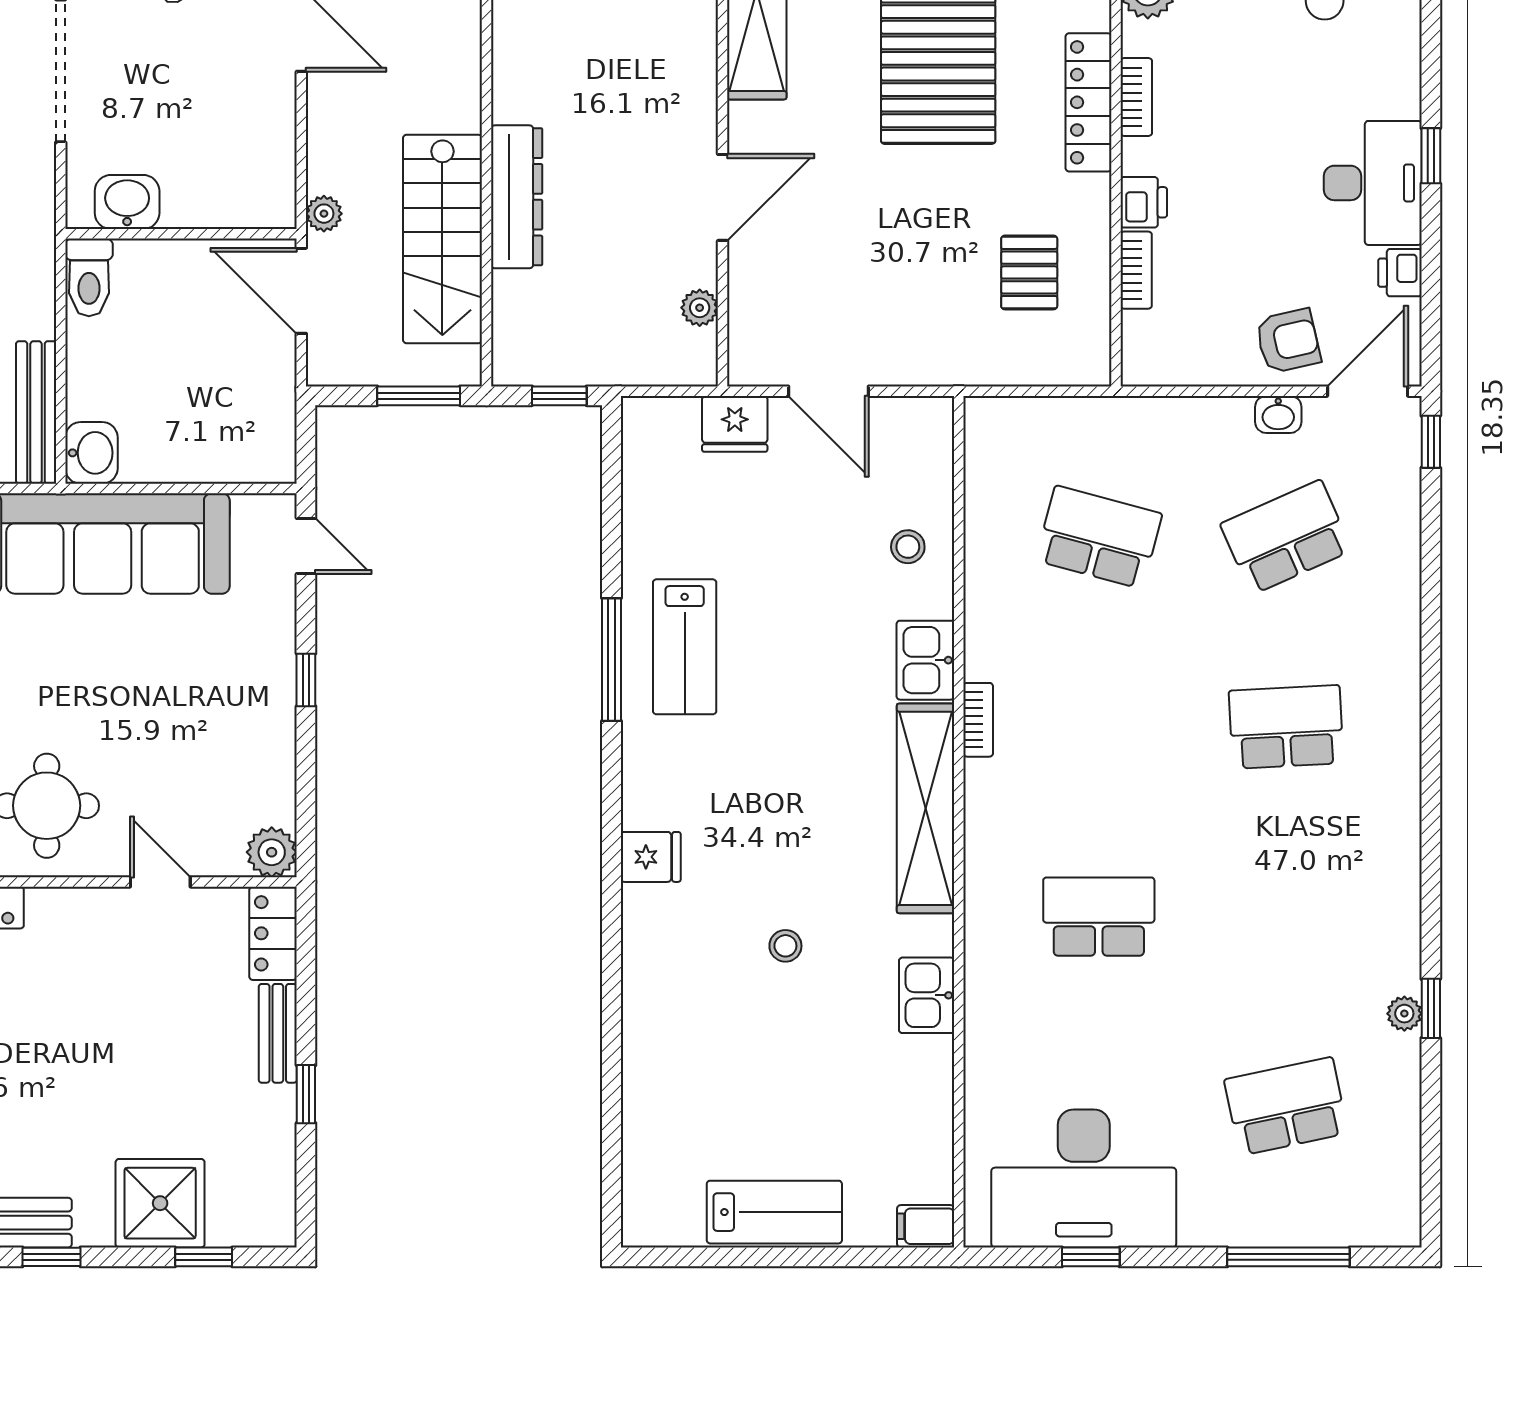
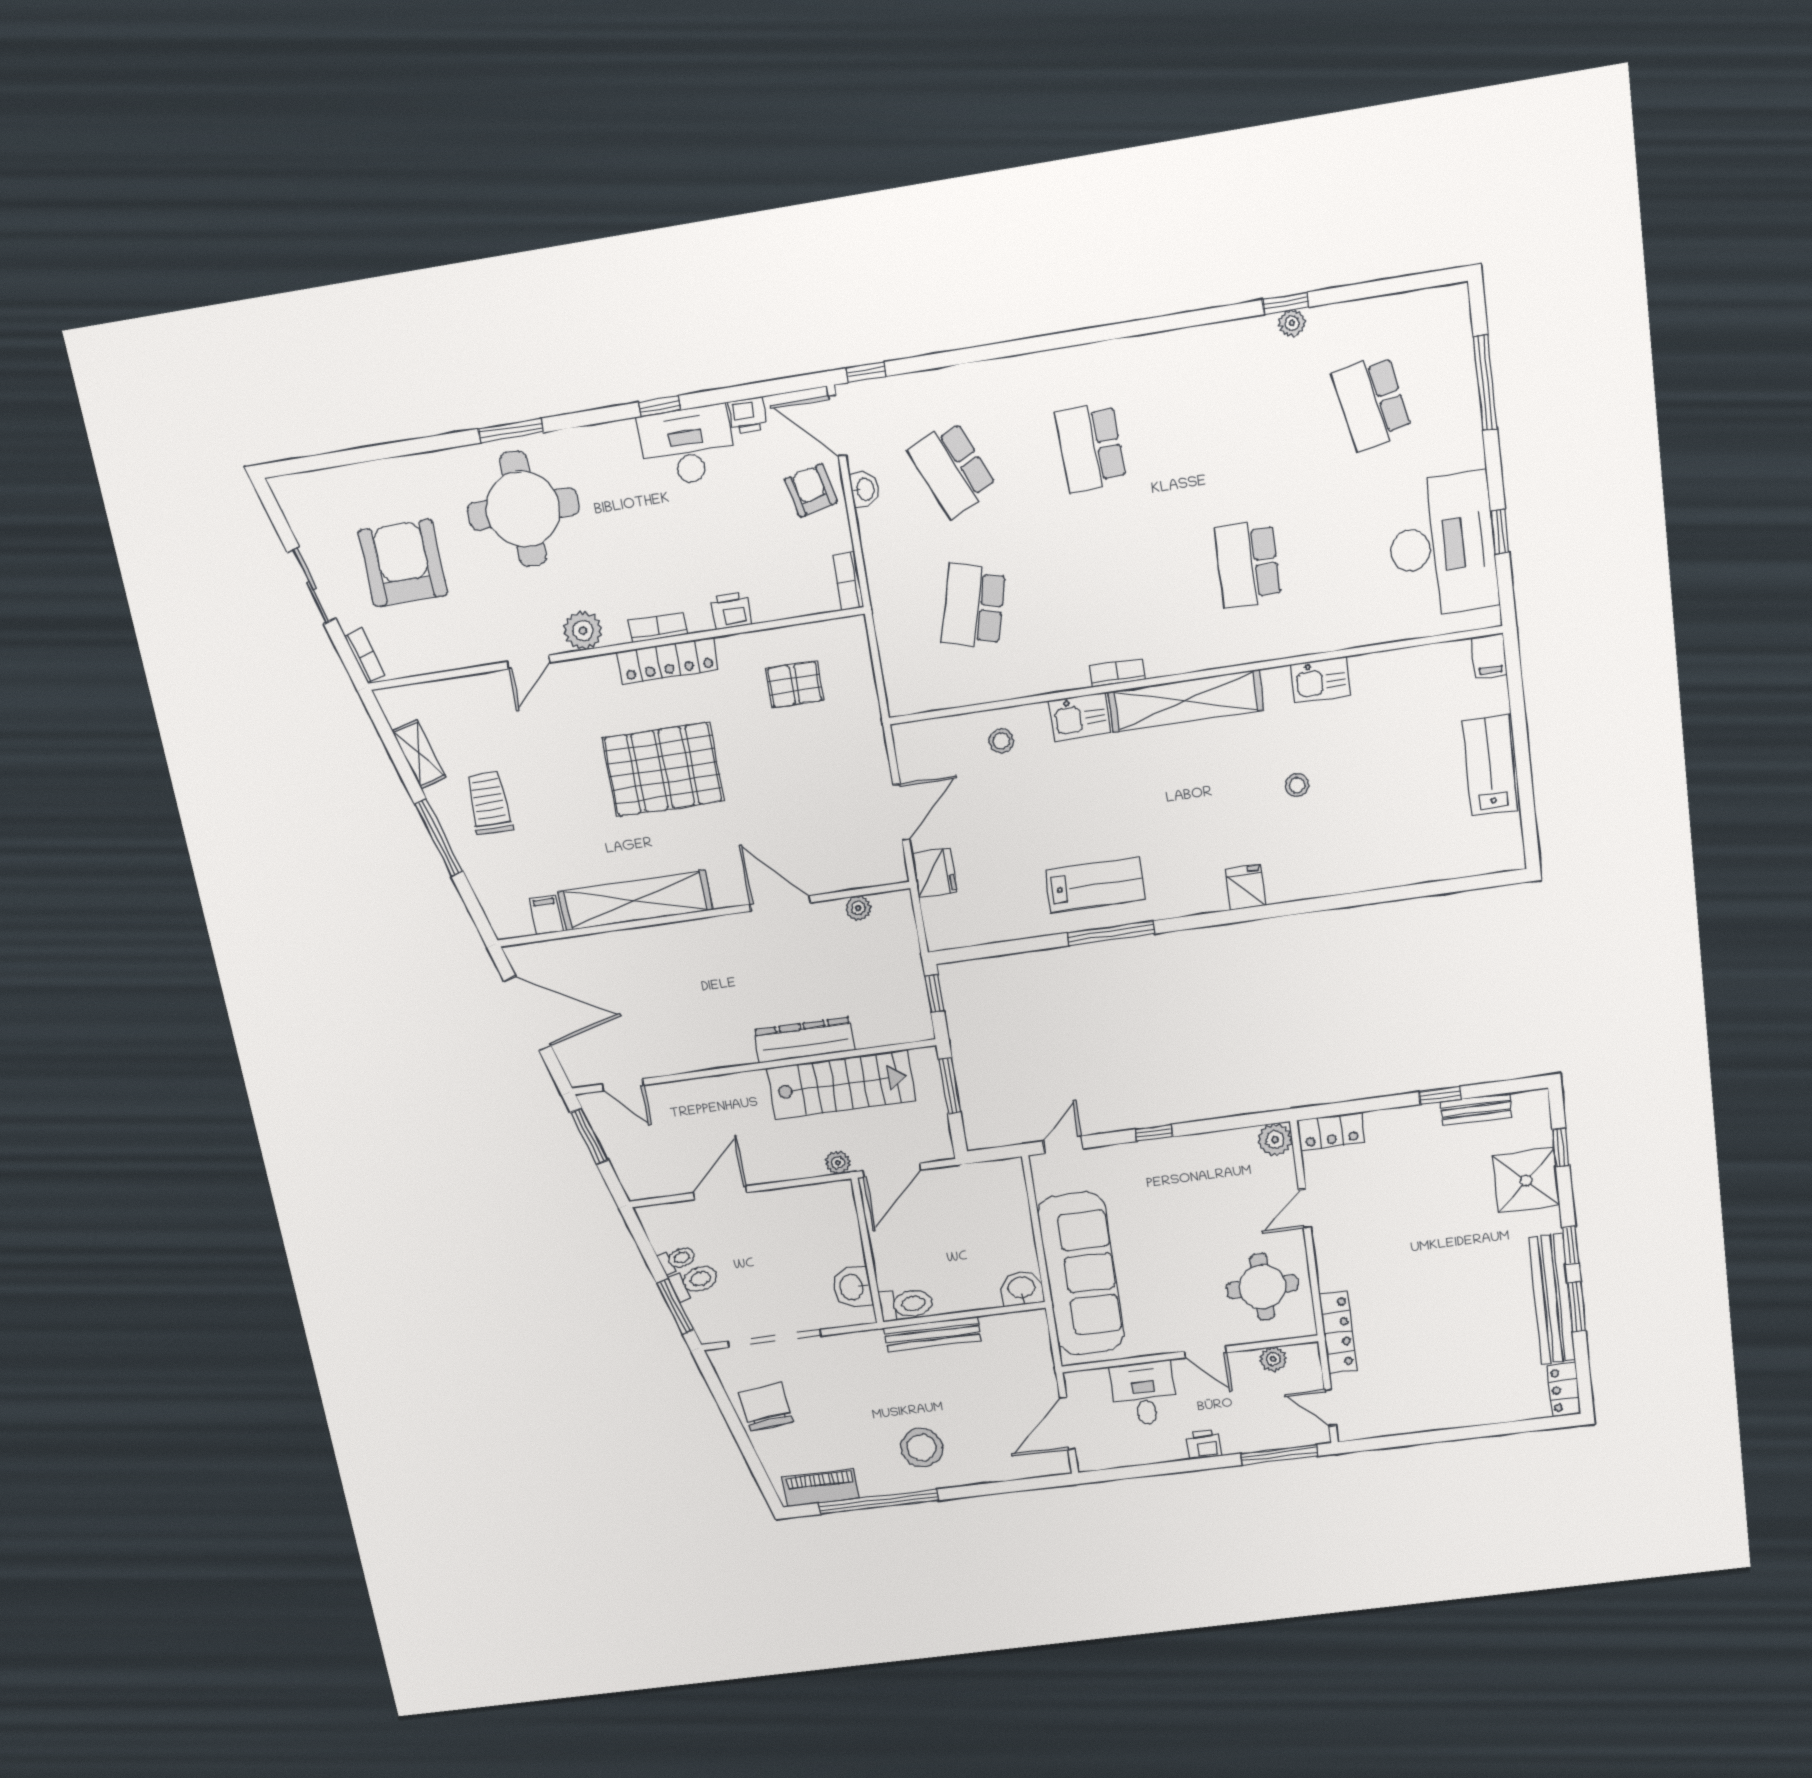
bookcase: (1136, 270) -> (848, 581), moved, turned -90
bench: (36, 412) -> (933, 1334), moved
bench: (278, 1033) -> (1476, 1109), moved

